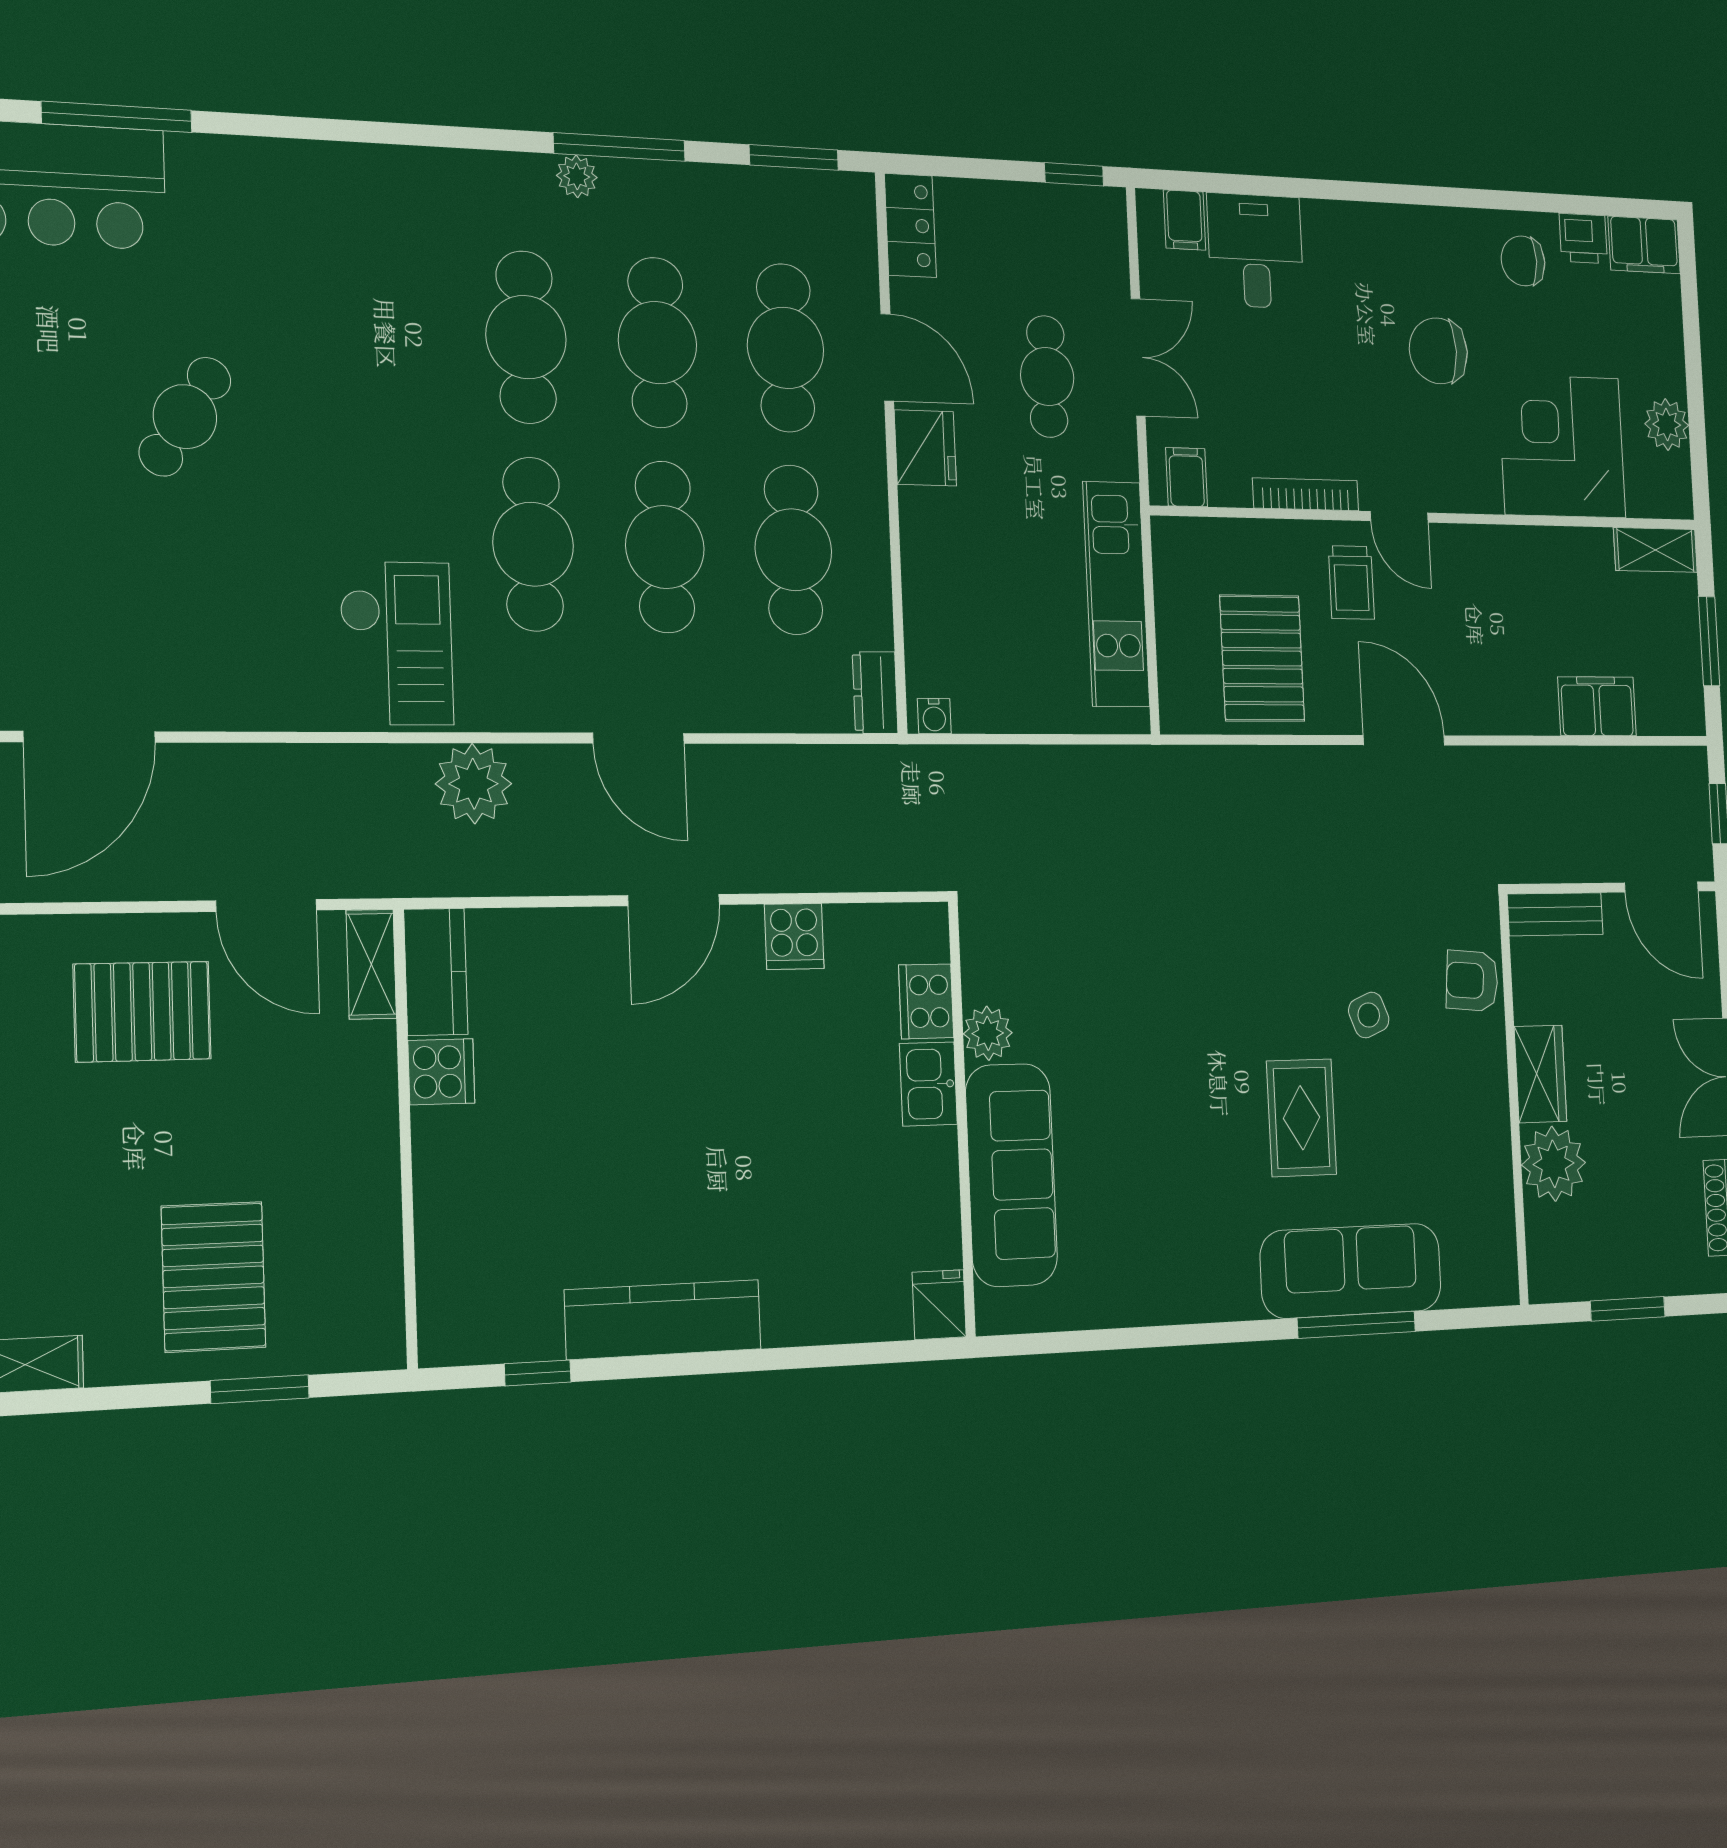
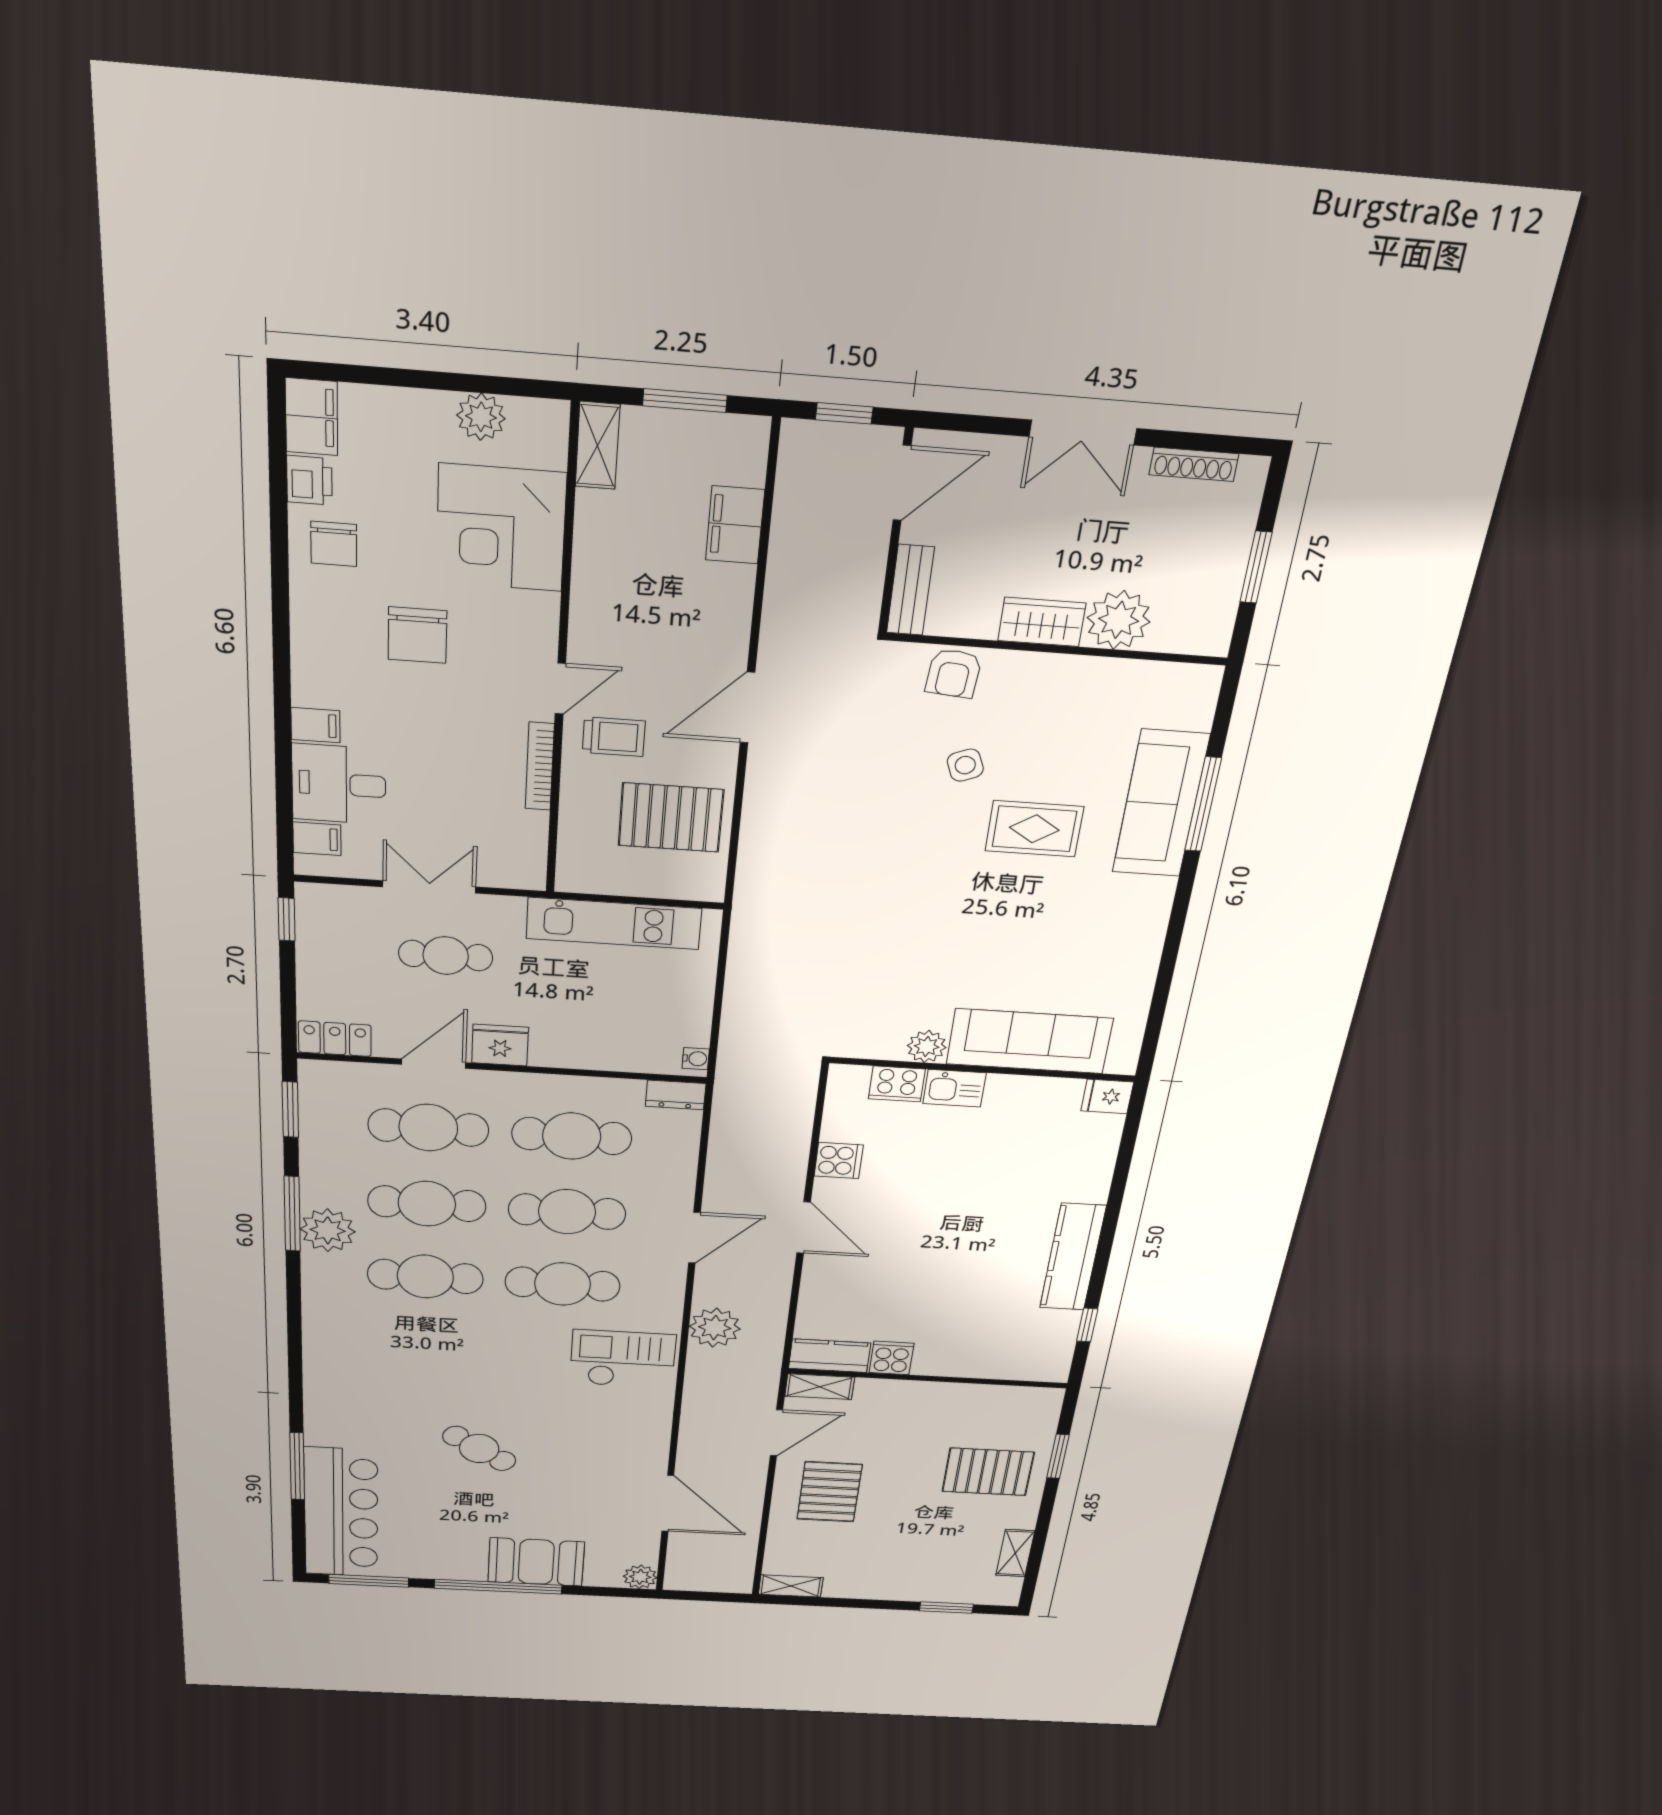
plant: (577, 176) -> (328, 1230), width x1.87, depth x1.87
filing cabinet: (1187, 477) -> (315, 725), moved, turned 180

